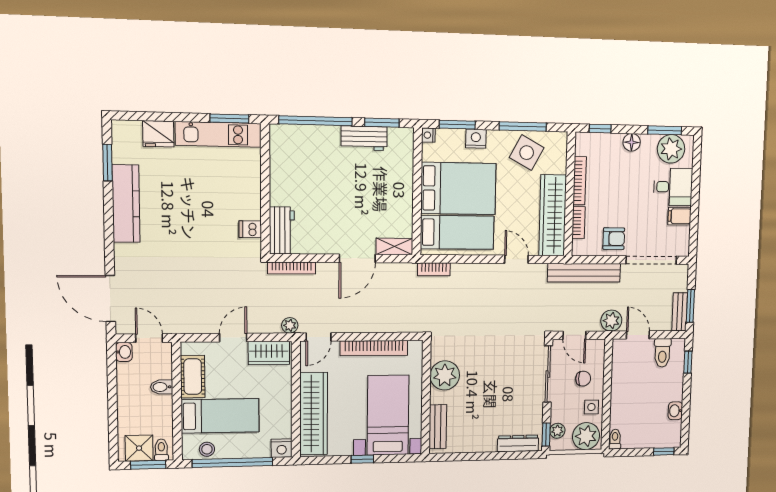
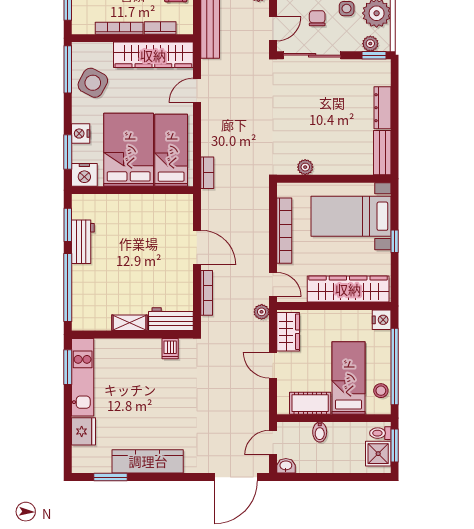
window: (523, 126) -> (68, 69), moved
nightstand: (428, 135) -> (84, 175), width x1.89, depth x1.79
shelving: (394, 246) -> (129, 323), moved, turned 90
bookcase: (292, 268) -> (207, 293), moved
plant: (445, 375) -> (305, 167), width x0.53, depth x0.53
bench: (438, 427) -> (382, 153), moved, turned 90
dresser: (518, 443) -> (382, 108), moved

